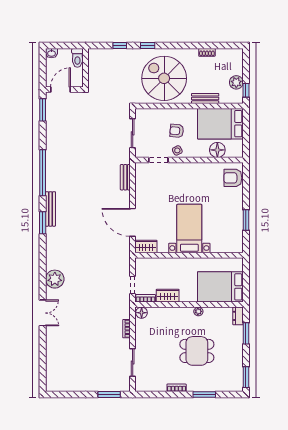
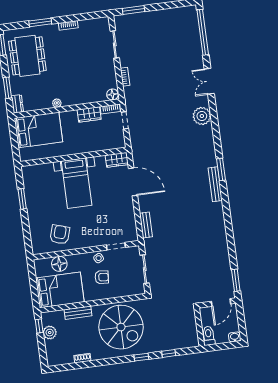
window: (43, 173) -> (203, 32), moved
armchair: (233, 178) -> (60, 235), moved, turned -73
dining table: (197, 351) -> (27, 56), moved, width x1.38

